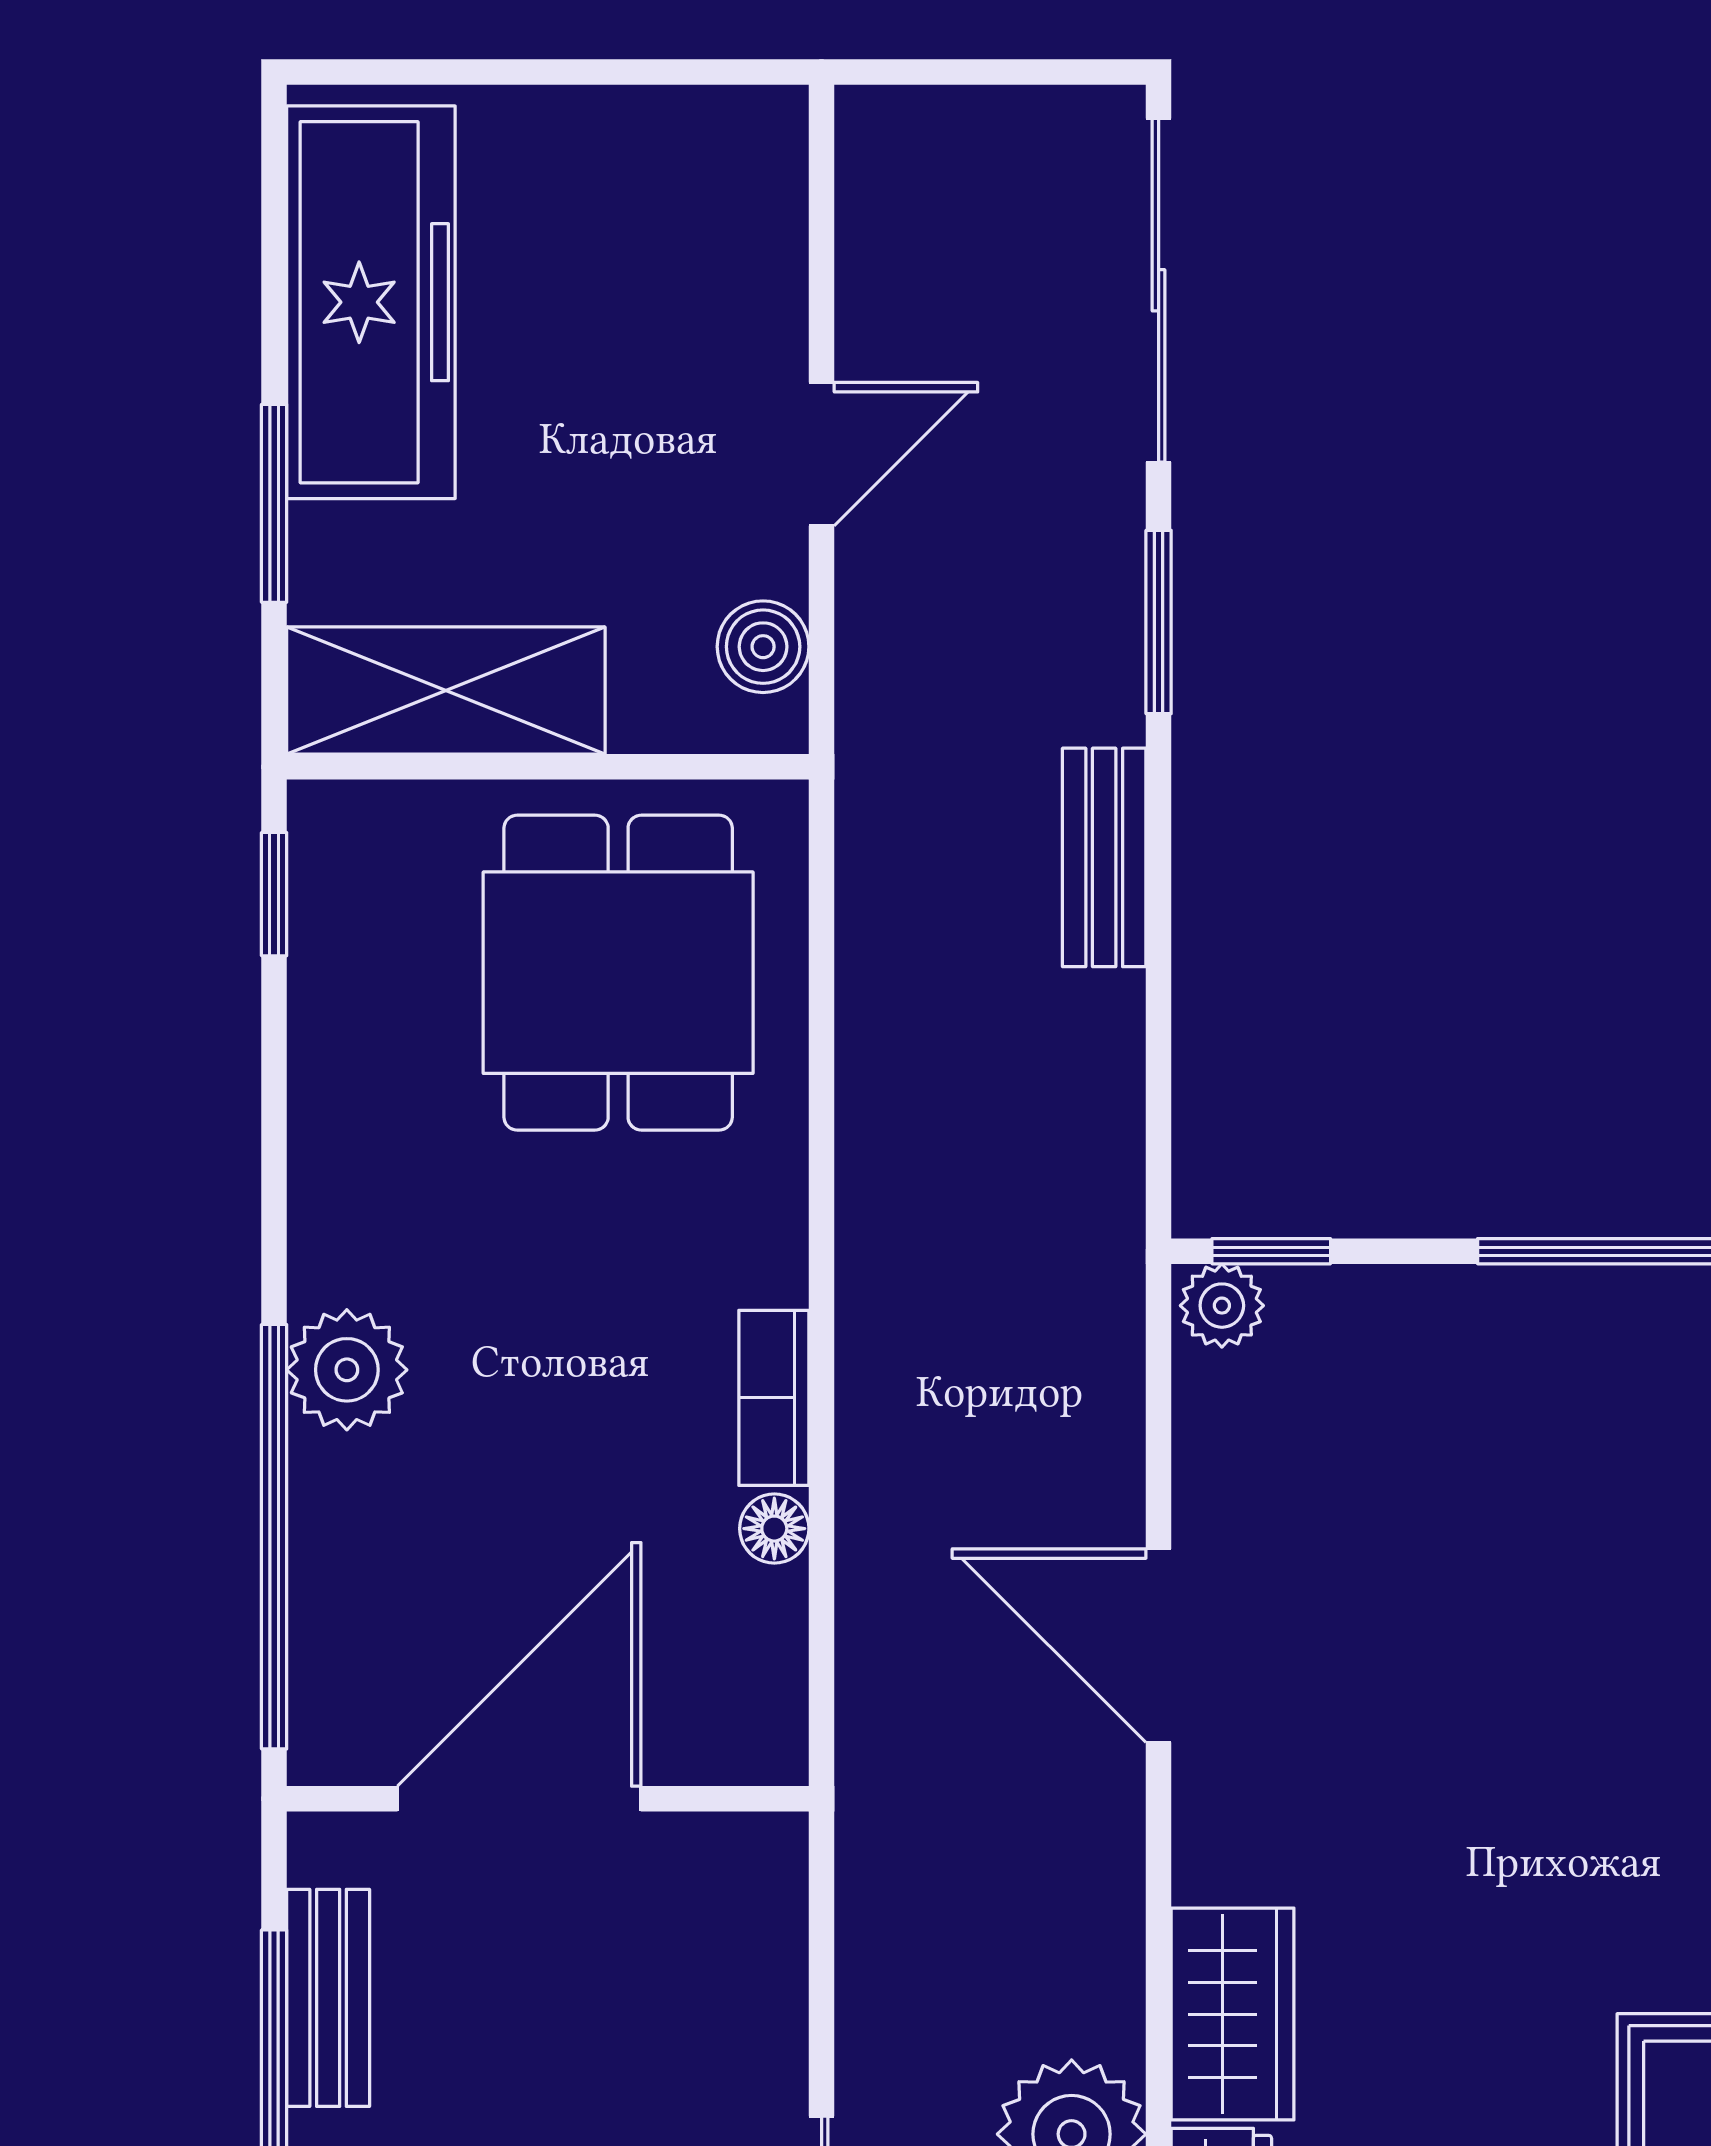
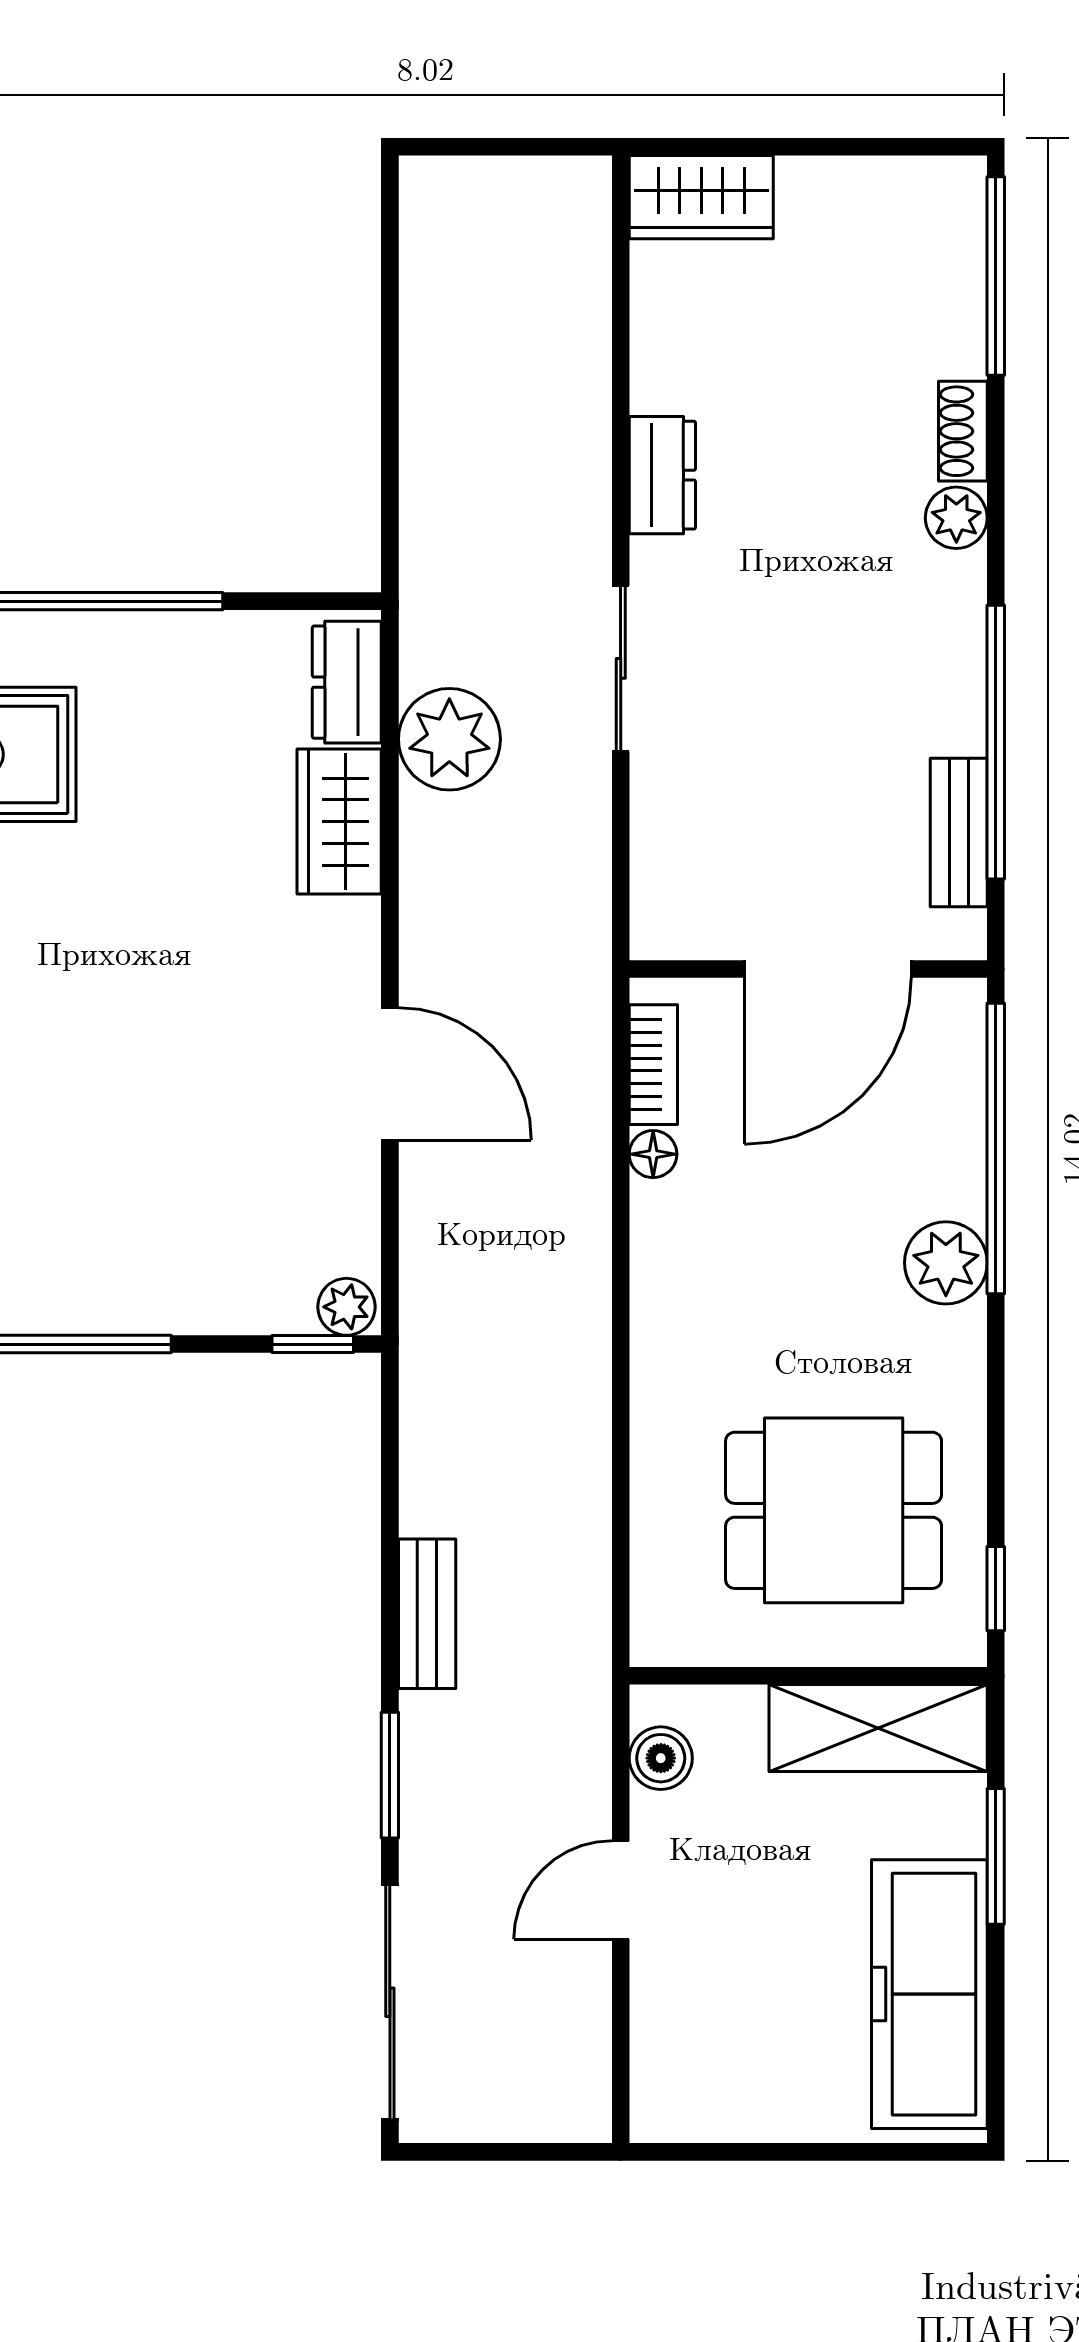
dining table: (618, 973) -> (834, 1510), moved, turned 90
bookcase: (774, 1398) -> (653, 1065), moved

